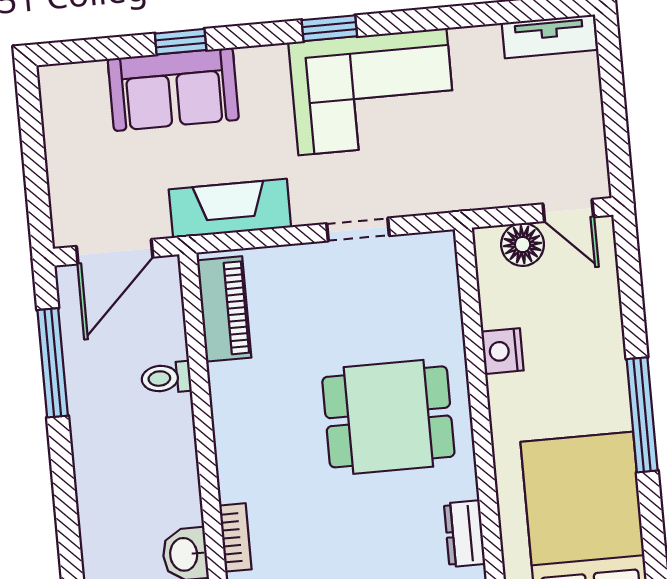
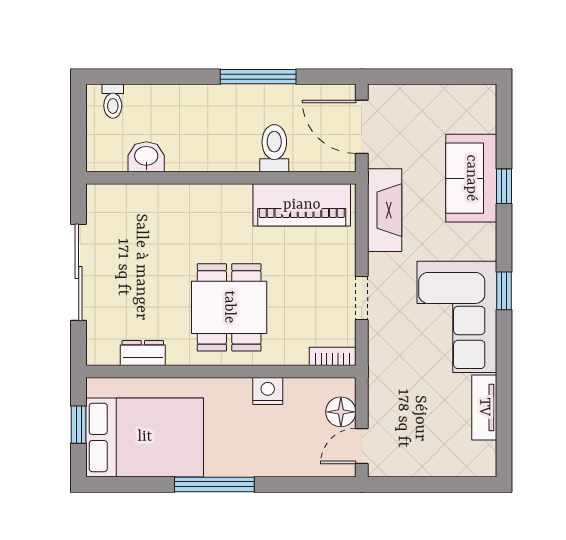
tv unit: (549, 36) -> (484, 407), moved
piano: (224, 309) -> (302, 205), width x1.37, depth x1.33
window: (53, 363) -> (258, 77), moved
toilet: (166, 378) -> (274, 148), width x1.37, depth x1.39
bookcase: (235, 537) -> (333, 356), moved, turned 180

